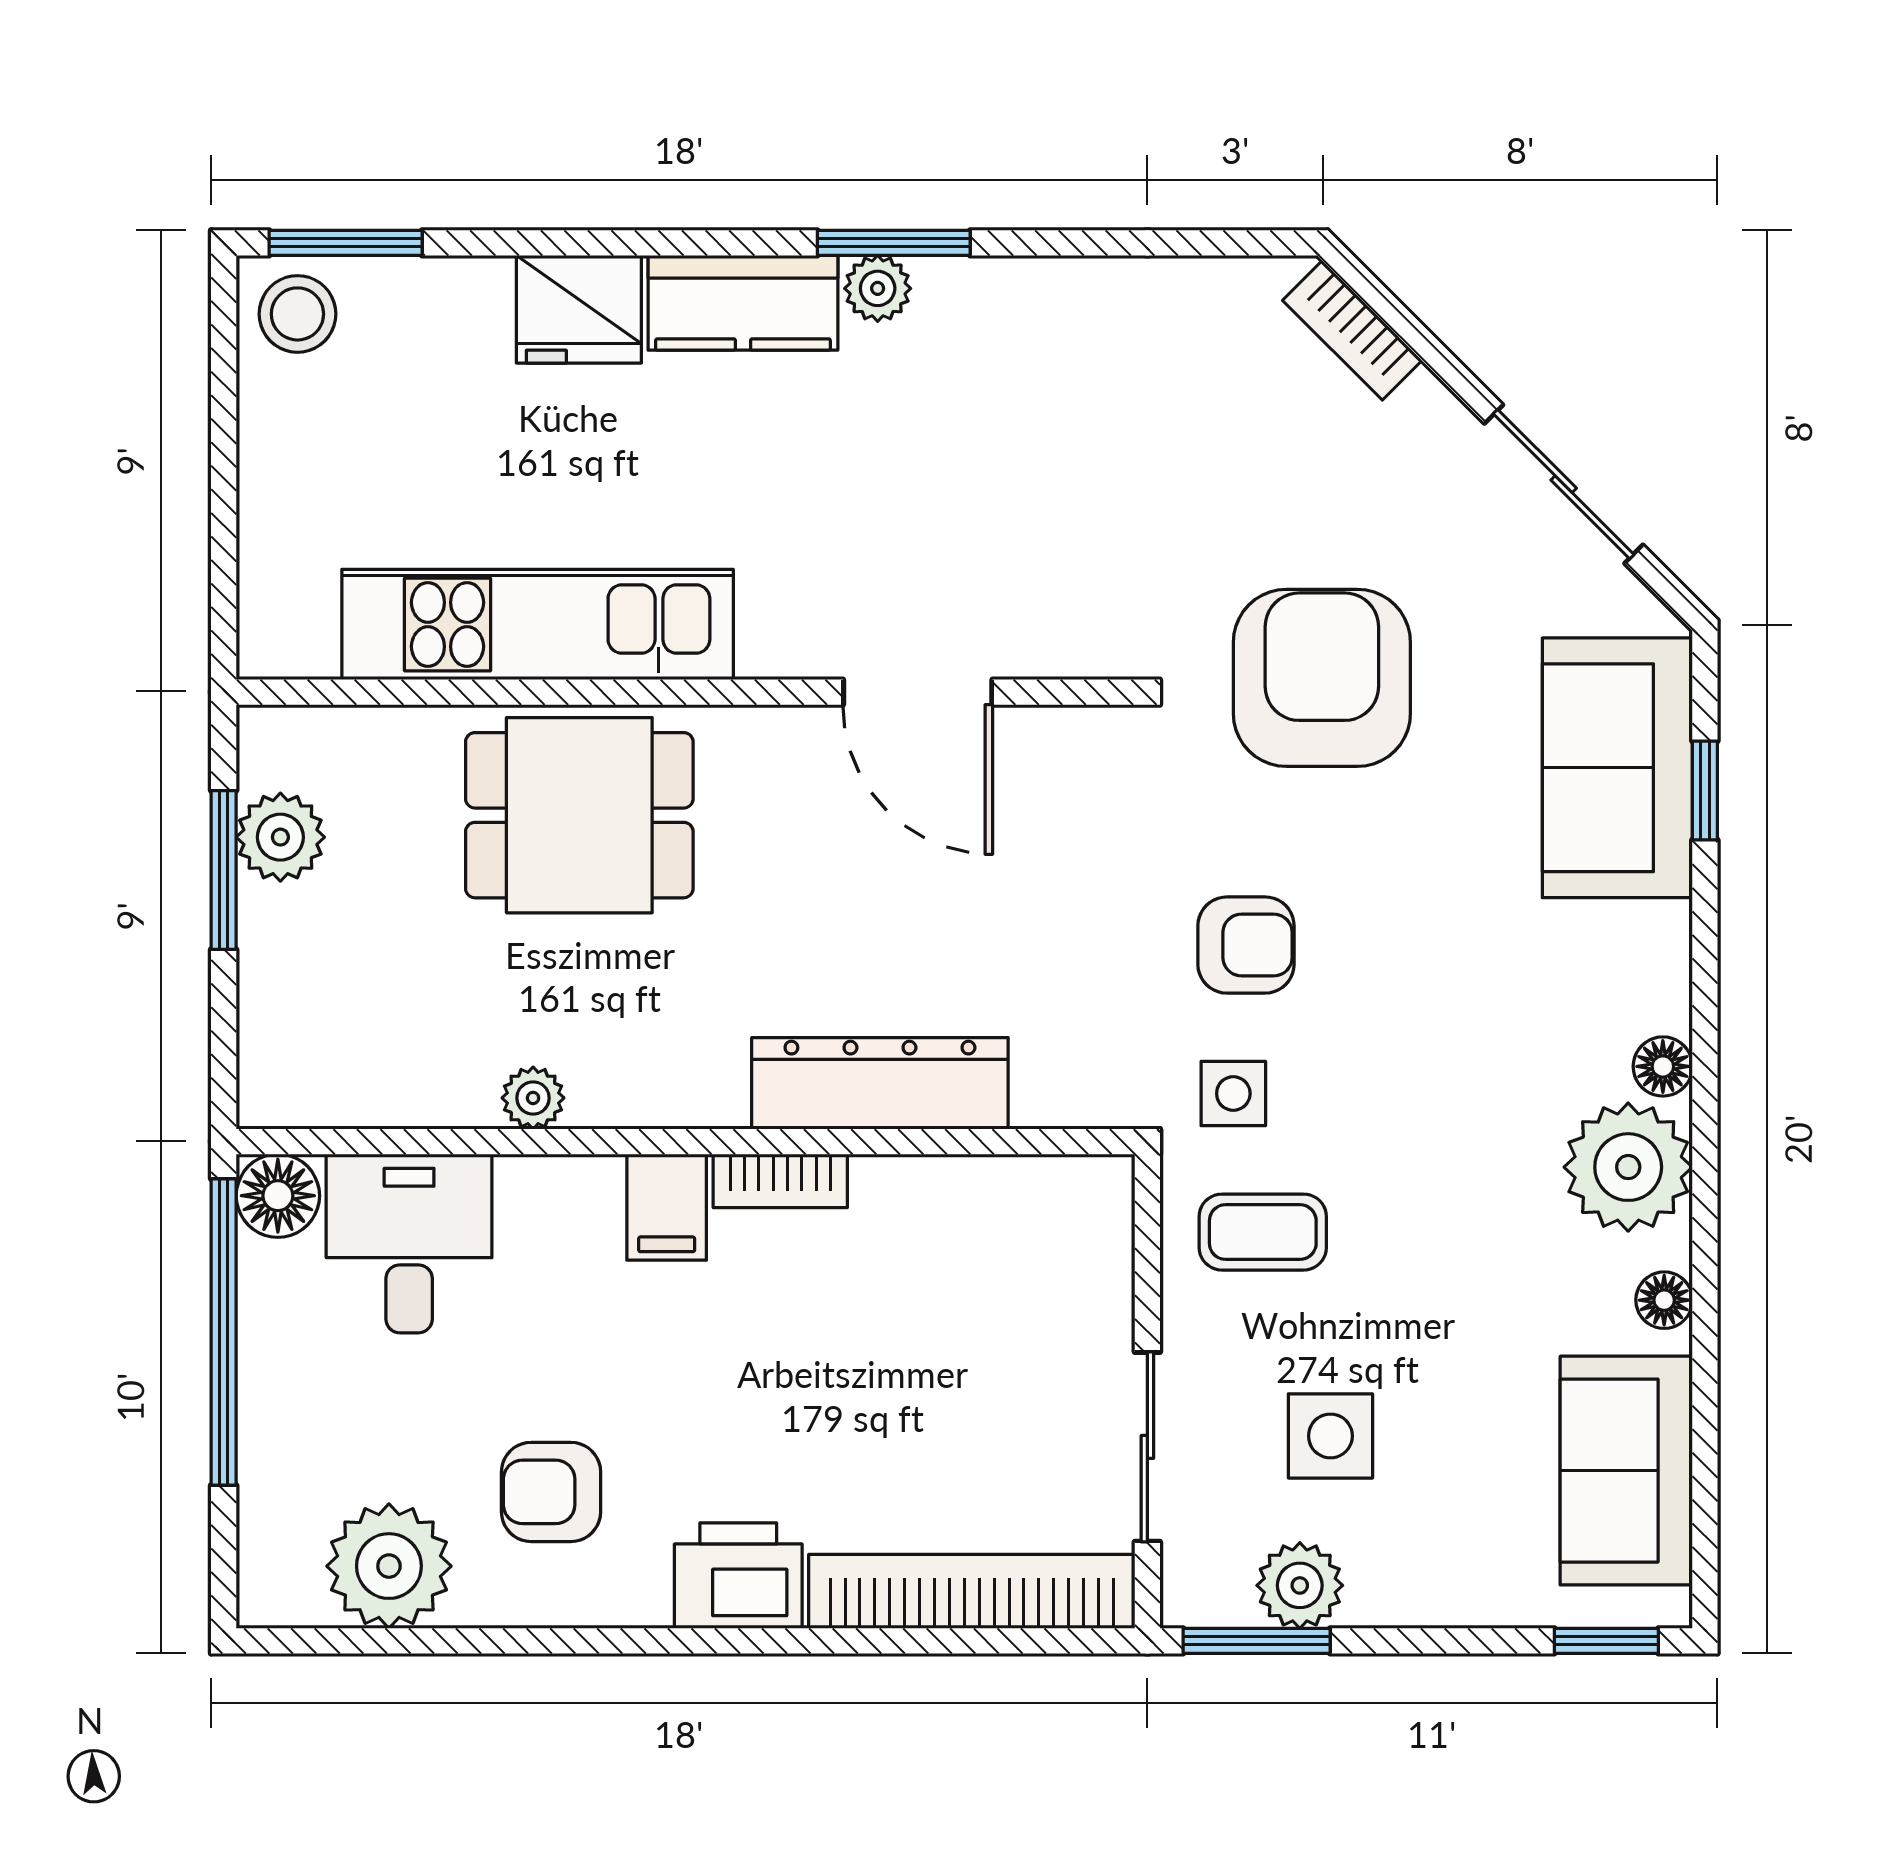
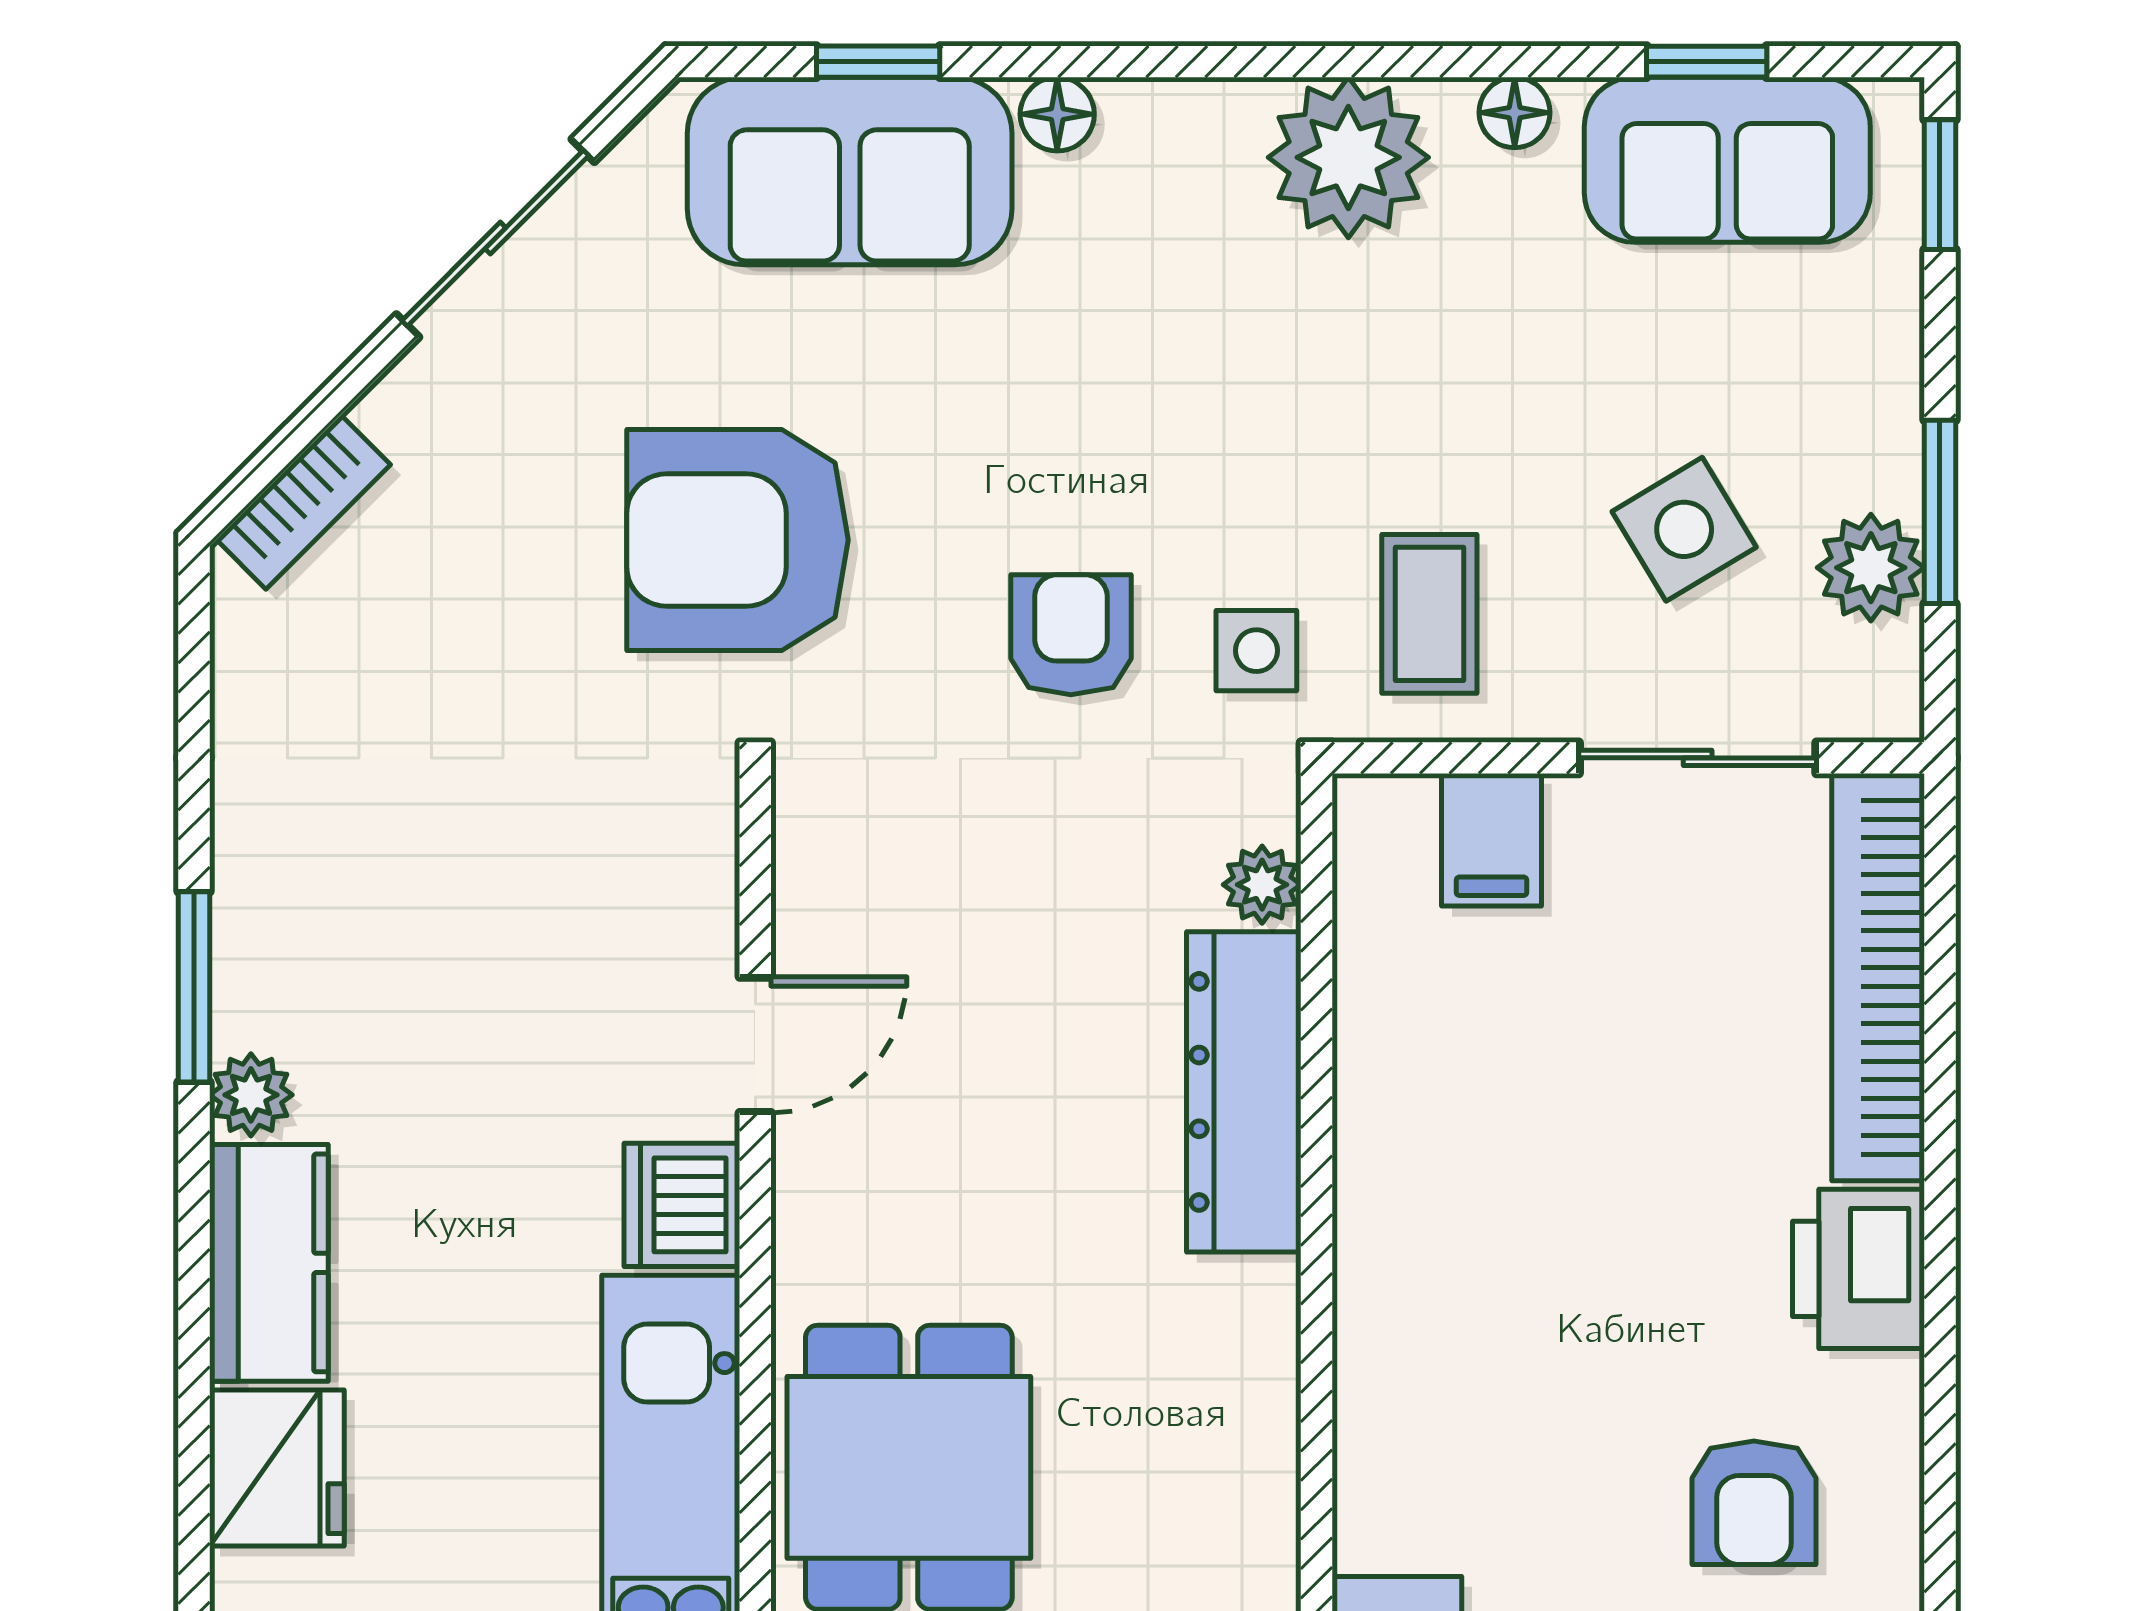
window: (894, 243) -> (194, 987), moved
dishwasher: (789, 633) -> (682, 1205), added
door: (918, 692) -> (755, 1045), width x0.73
floor lamp: (1663, 1066) -> (1057, 114), moved
plant: (533, 1098) -> (1262, 885), moved
bookcase: (780, 1181) -> (1366, 1216), removed
filing cabinet: (667, 1207) -> (1492, 840), moved, turned 90
side table: (1330, 1436) -> (1684, 529), turned -31
window: (1705, 1454) -> (1707, 62), added
window: (1257, 1641) -> (1940, 512), moved

